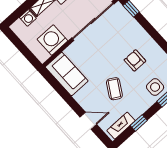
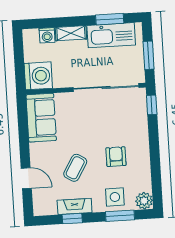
washing machine: (52, 40) -> (38, 76), moved, turned 90
fireplace: (121, 126) -> (75, 206), moved

